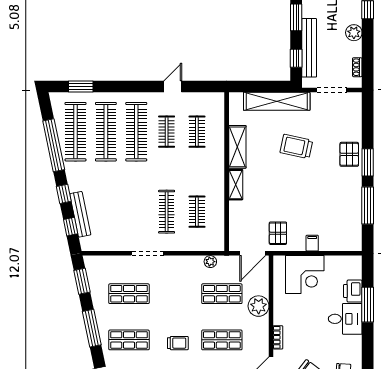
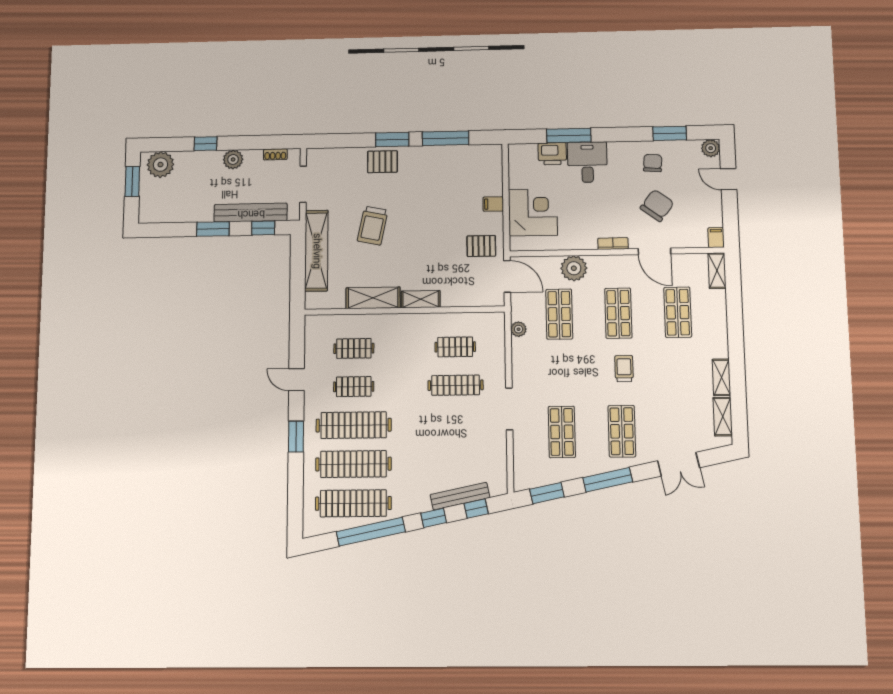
window: (81, 86) -> (296, 437), moved

